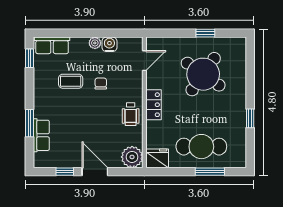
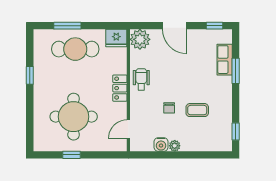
row of seats: (52, 45) -> (215, 143), removed
round table: (203, 74) -> (74, 117), turned -35
window: (65, 172) -> (215, 26), moved

